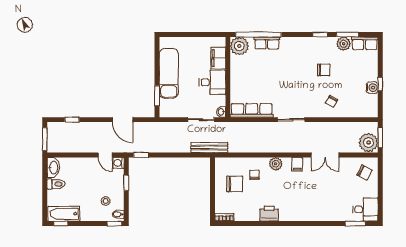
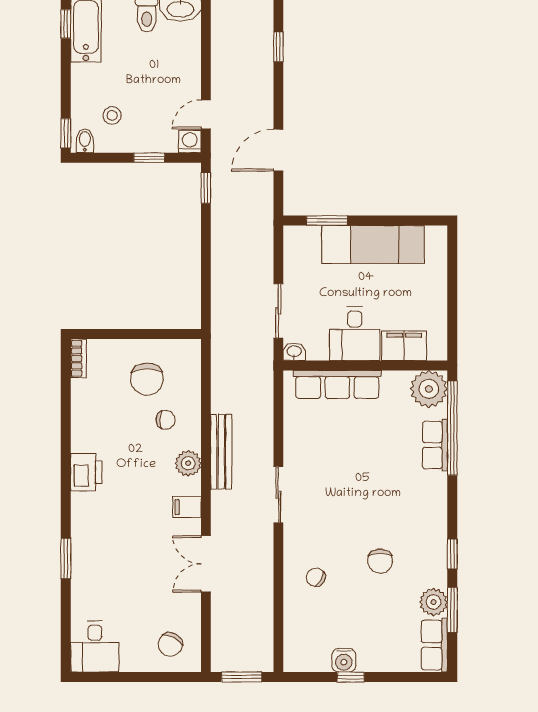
row of seats: (252, 110) -> (337, 384), moved, turned 90
plant: (369, 143) -> (231, 653), removed
bench: (209, 148) -> (221, 452), moved
printer: (269, 214) -> (86, 472), moved
window: (355, 224) -> (66, 559), moved

